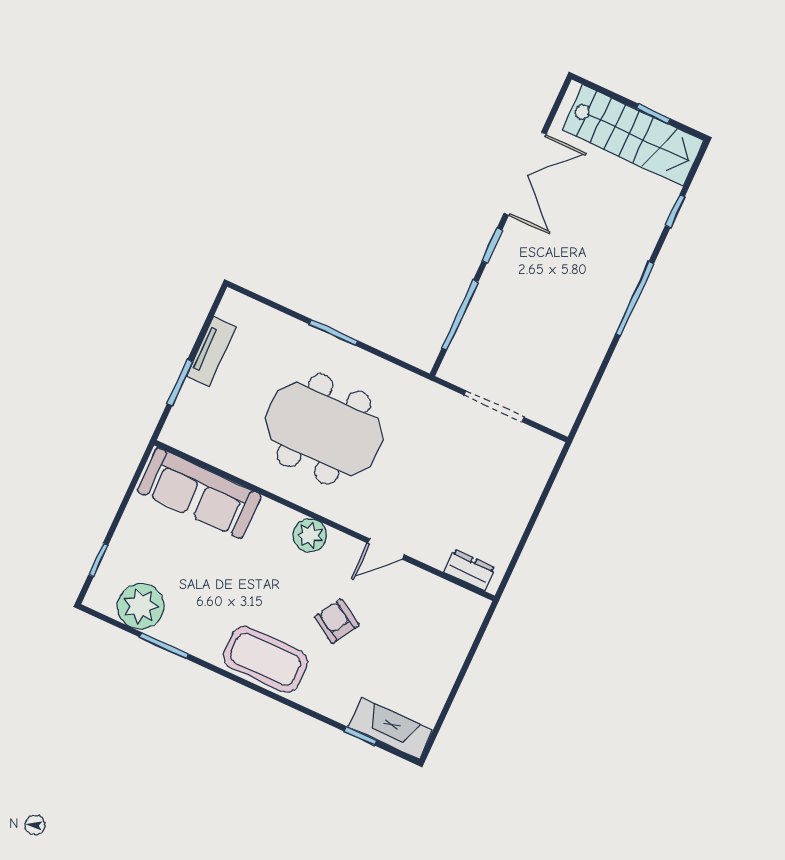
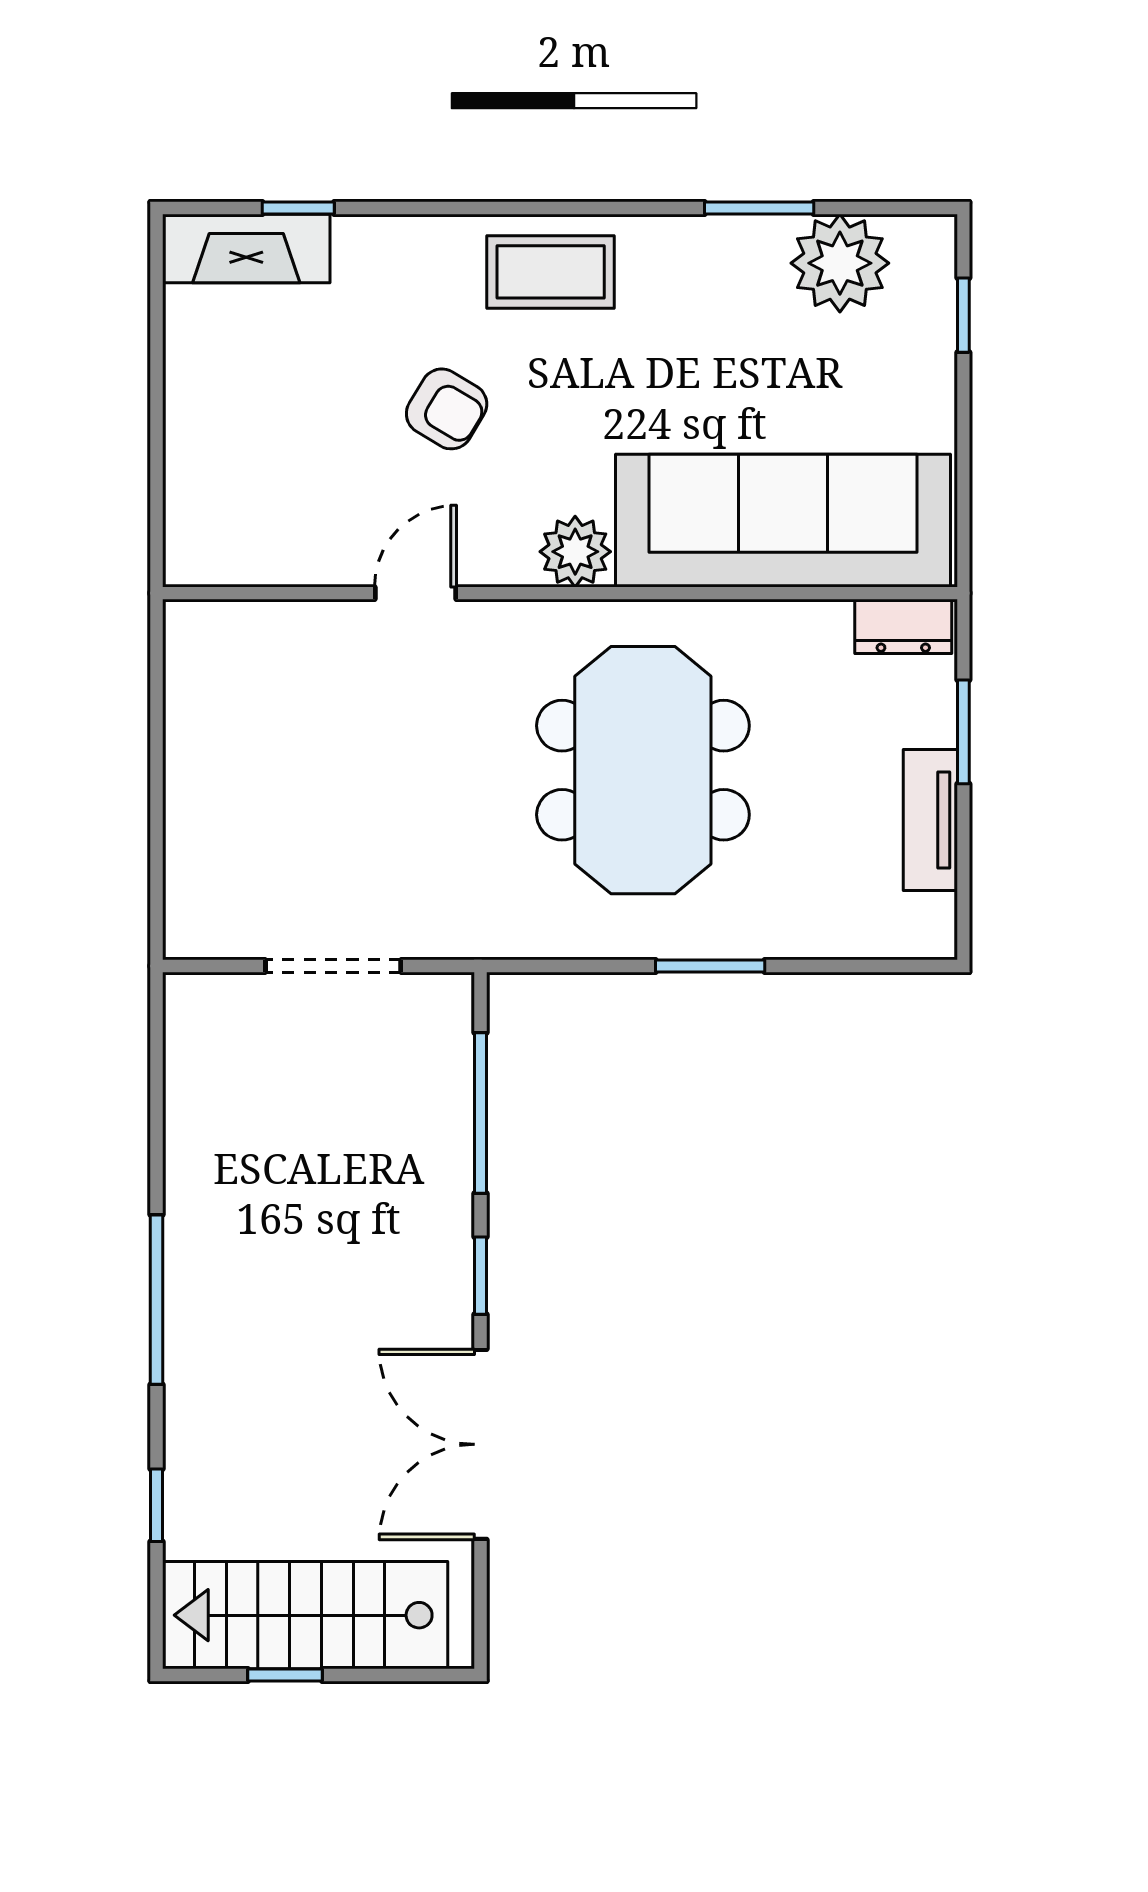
meeting table: (324, 429) -> (643, 770), turned 90
sofa: (199, 493) -> (783, 521), width x1.36, depth x1.27
dresser: (469, 570) -> (903, 626), moved
coffee table: (266, 659) -> (551, 272), width x0.73, depth x0.76

